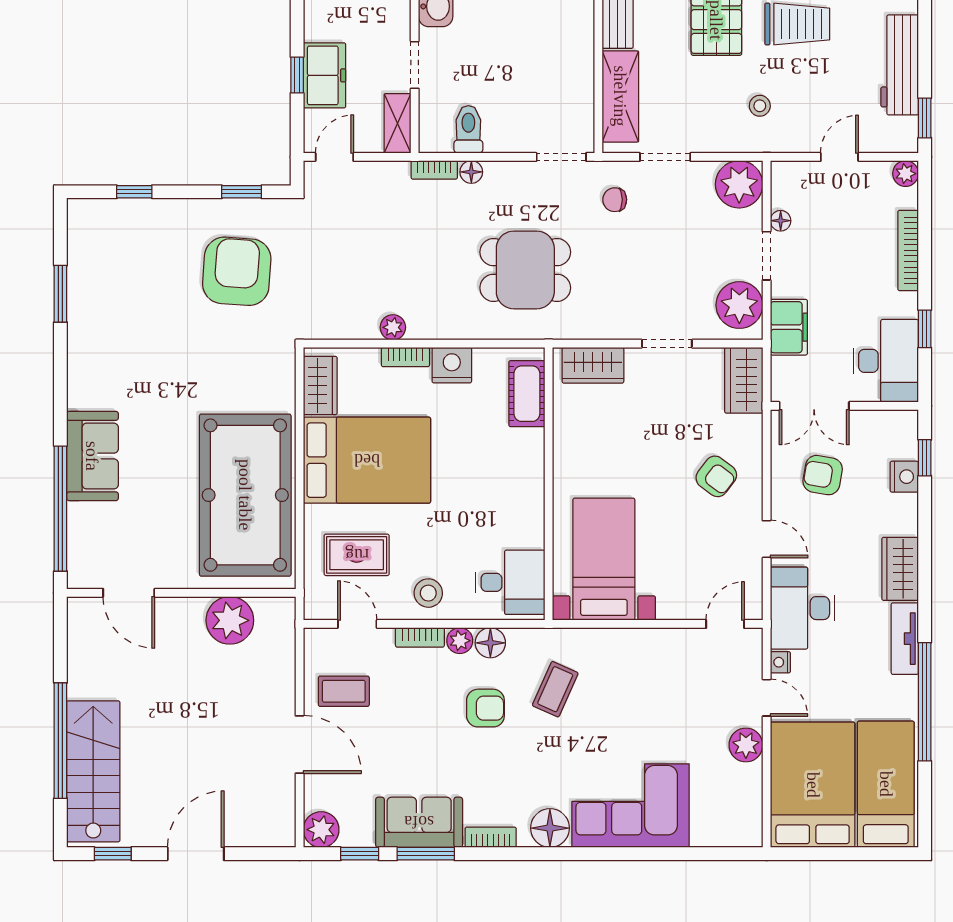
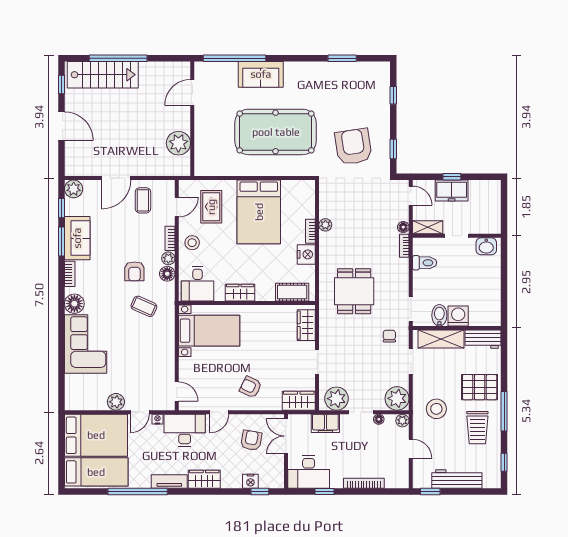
washing machine: (575, 62) -> (458, 316), added
bidet: (573, 100) -> (439, 315), added
stool: (760, 106) -> (436, 409), width x1.89, depth x1.89
floor lamp: (471, 172) -> (403, 227), moved
plant: (906, 174) -> (402, 421), moved
armchair: (237, 271) -> (353, 147), turned -103
wardrobe: (320, 385) -> (240, 293), moved, turned 180
armchair: (716, 476) -> (251, 387), turned 79
pool table: (245, 495) -> (276, 132), moved

